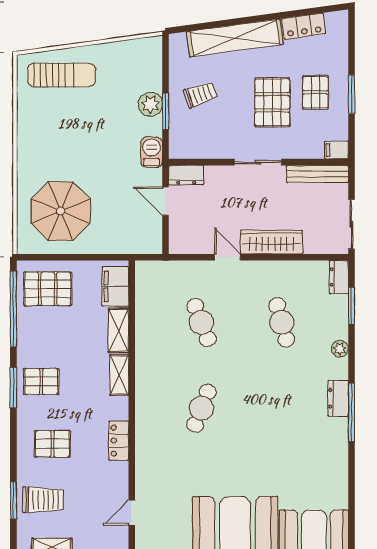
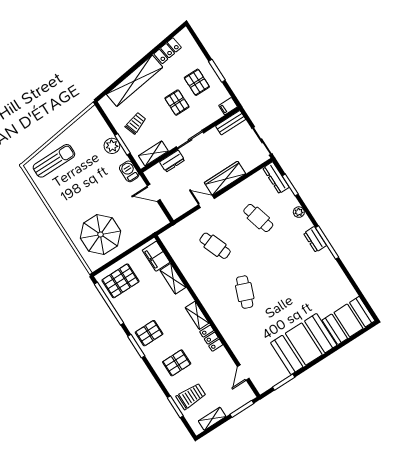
pallet: (272, 102) -> (177, 103), width x0.67, depth x0.71
shelving: (198, 149) -> (153, 153), added
bench: (317, 174) -> (231, 123), width x0.73
dresser: (186, 175) -> (172, 161), moved
dresser: (339, 277) -> (276, 178), width x1.44
shelving: (119, 375) -> (197, 315), moved

